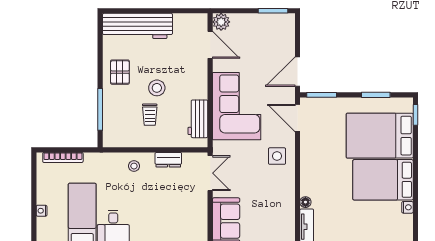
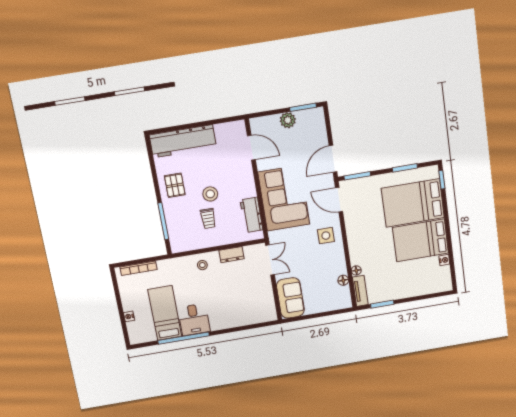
plant: (221, 22) -> (288, 120), moved
floor lamp: (289, 211) -> (343, 280), added

